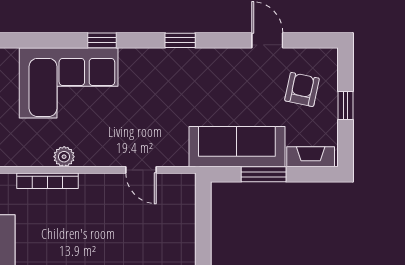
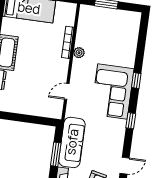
corner sofa: (69, 83) -> (112, 91), moved

